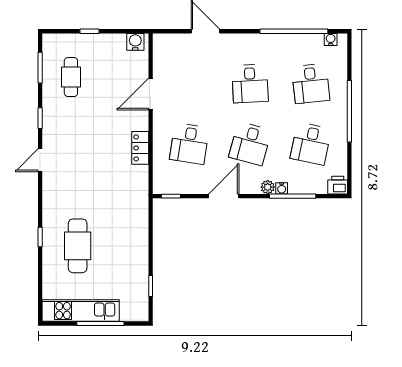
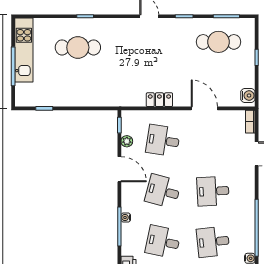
bookcase: (167, 39) -> (250, 122), added
cafe table: (71, 77) -> (218, 42), width x1.37, depth x1.35
plant: (268, 187) -> (127, 141), moved

